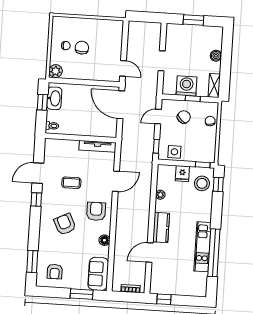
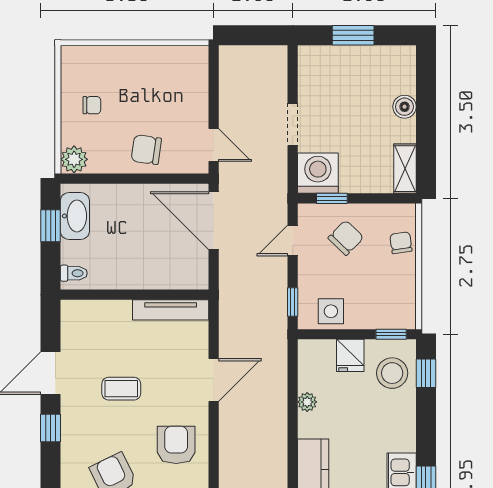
chair: (82, 48) -> (146, 150), moved, turned -85
washing machine: (186, 86) -> (318, 173), moved
window: (193, 99) -> (332, 198), moved

